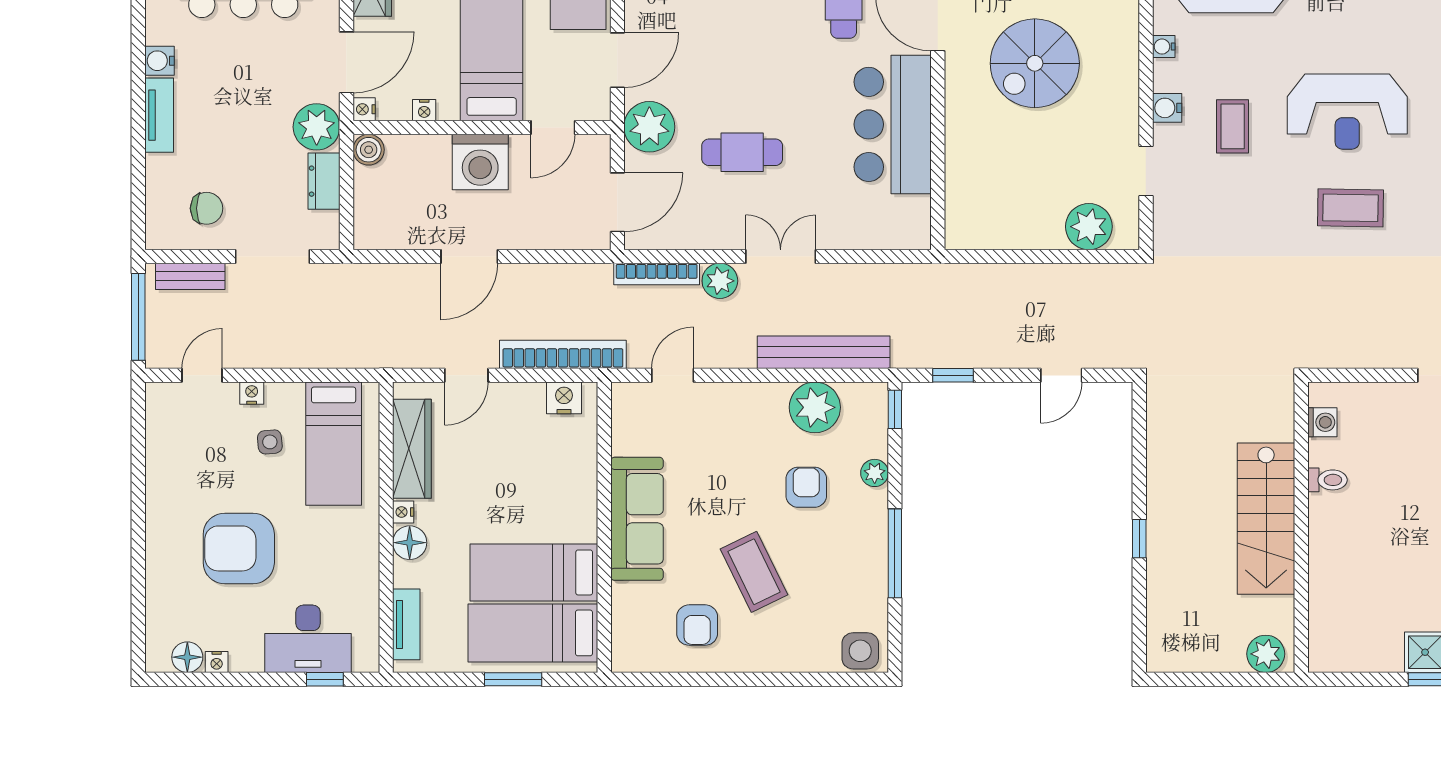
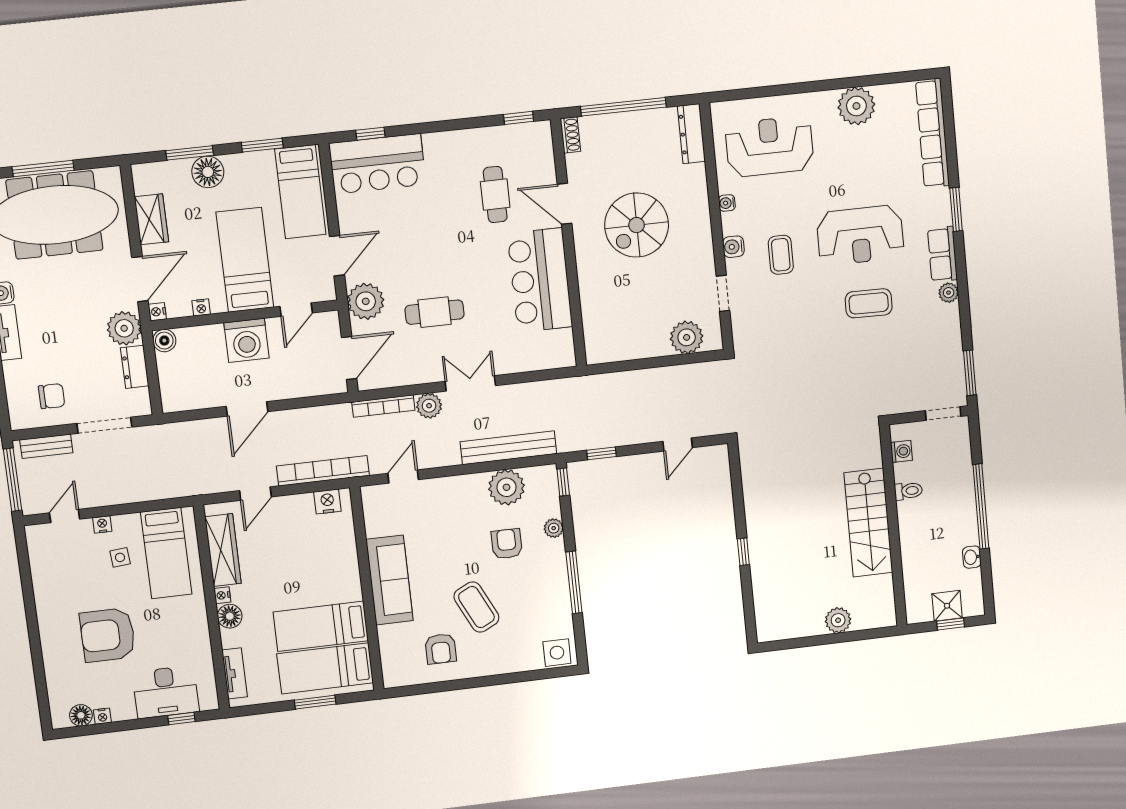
washing machine: (1322, 422) -> (901, 451), moved
toilet: (1327, 480) -> (908, 491), moved
stairs: (1266, 519) -> (868, 523), moved
wall: (1301, 527) -> (893, 526), moved

